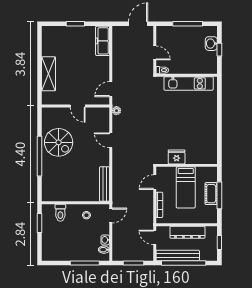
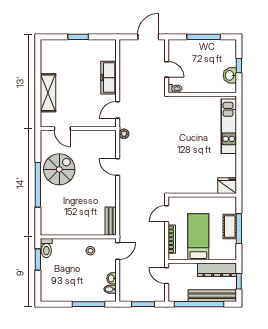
freezer: (103, 41) -> (108, 78), moved
washbasin: (211, 44) -> (230, 75), moved
kitchen unit: (189, 83) -> (229, 126), moved, turned 90
door: (78, 106) -> (62, 129), moved
spiral stairs: (59, 142) -> (59, 169), turned -90
fridge: (177, 157) -> (227, 186), moved
bench: (105, 184) -> (111, 221), width x0.73
bed: (186, 187) -> (198, 237), moved, turned 180
toilet: (60, 213) -> (46, 248), moved
dresser: (187, 232) -> (217, 270), moved
bench: (178, 255) -> (212, 296), moved

